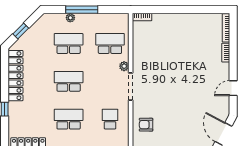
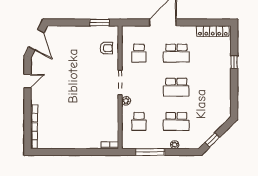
window: (82, 10) -> (150, 152), moved
window: (21, 31) -> (212, 140), moved
school desk: (110, 44) -> (139, 121), width x0.54
locker: (16, 76) -> (224, 92), removed

